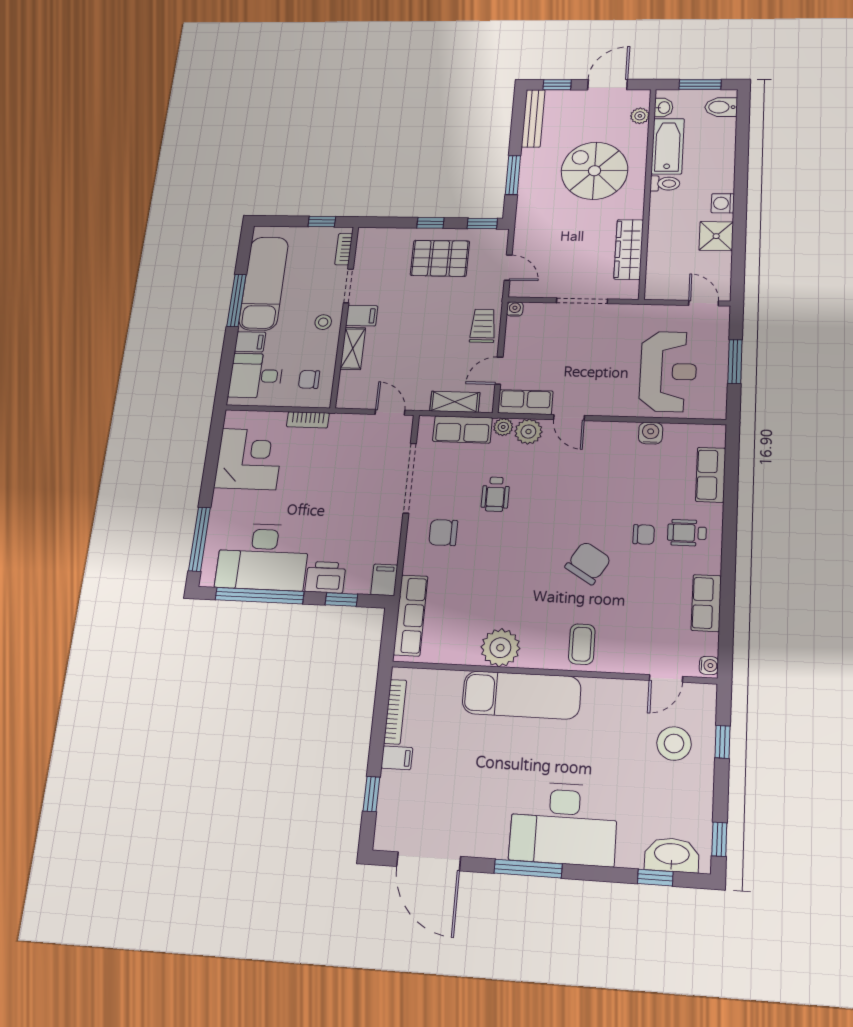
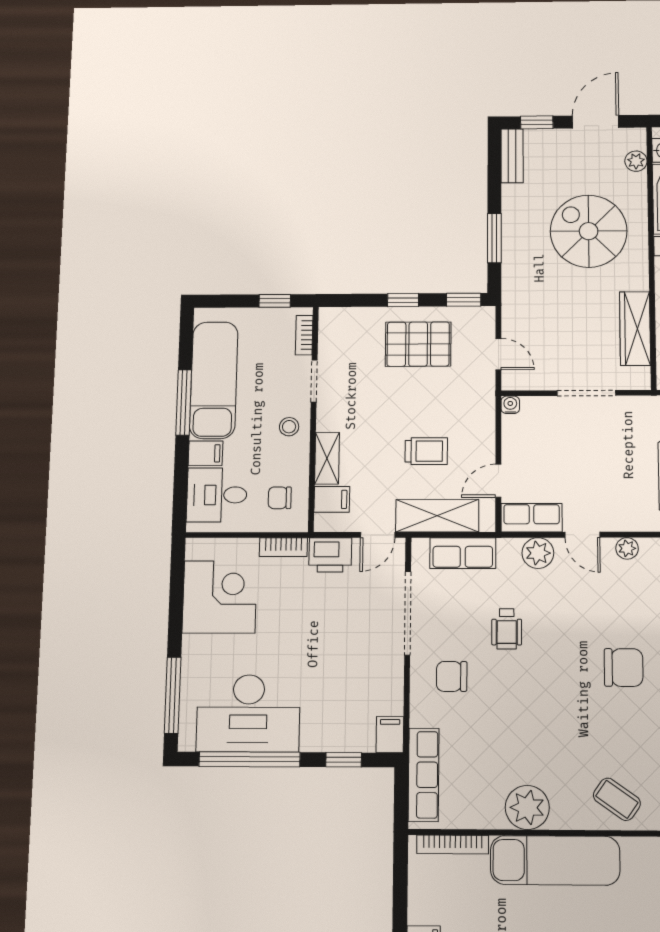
bench: (533, 118) -> (512, 156), width x0.73
filing cabinet: (362, 316) -> (332, 499), moved
trolley: (483, 326) -> (426, 451), moved, turned 90
shelving: (455, 402) -> (437, 516), width x1.50, depth x1.33
door: (390, 412) -> (378, 535), swing flipped
plant: (503, 427) -> (627, 548), moved
chair: (588, 563) -> (624, 667), moved, turned 58
printer: (325, 577) -> (330, 555), moved, turned 180
coffee table: (582, 644) -> (617, 799), turned -55
bookcase: (395, 712) -> (453, 844), moved, turned 90

